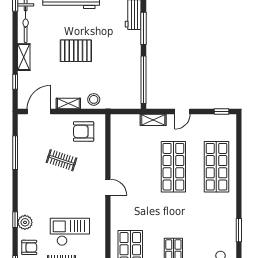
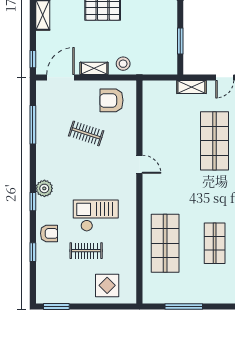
window: (144, 80) -> (180, 41), width x0.47
window: (15, 82) -> (33, 59), moved
plant: (25, 222) -> (44, 188), moved

